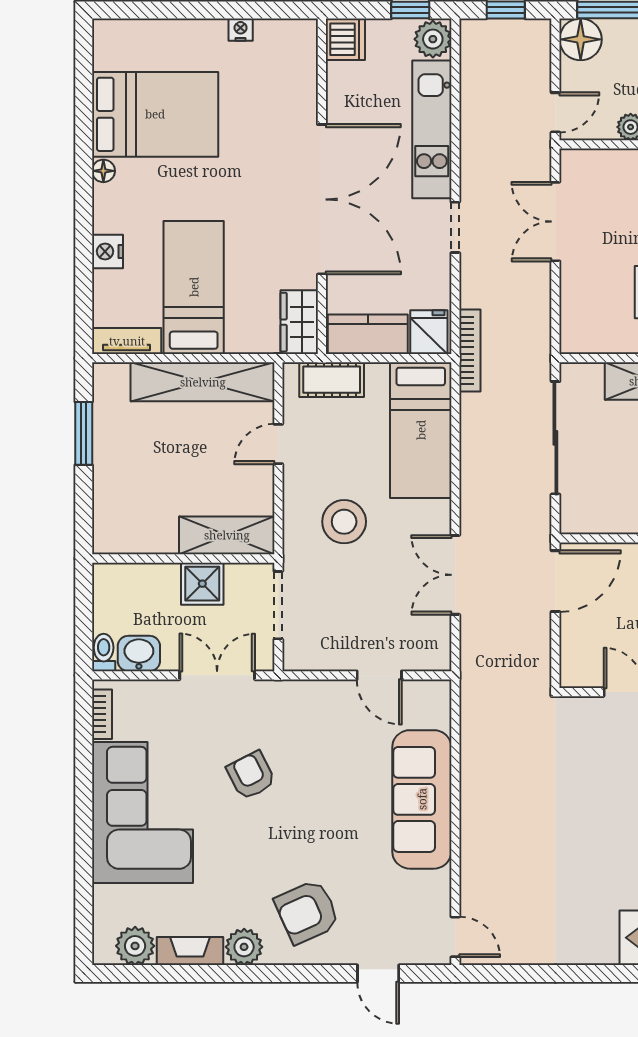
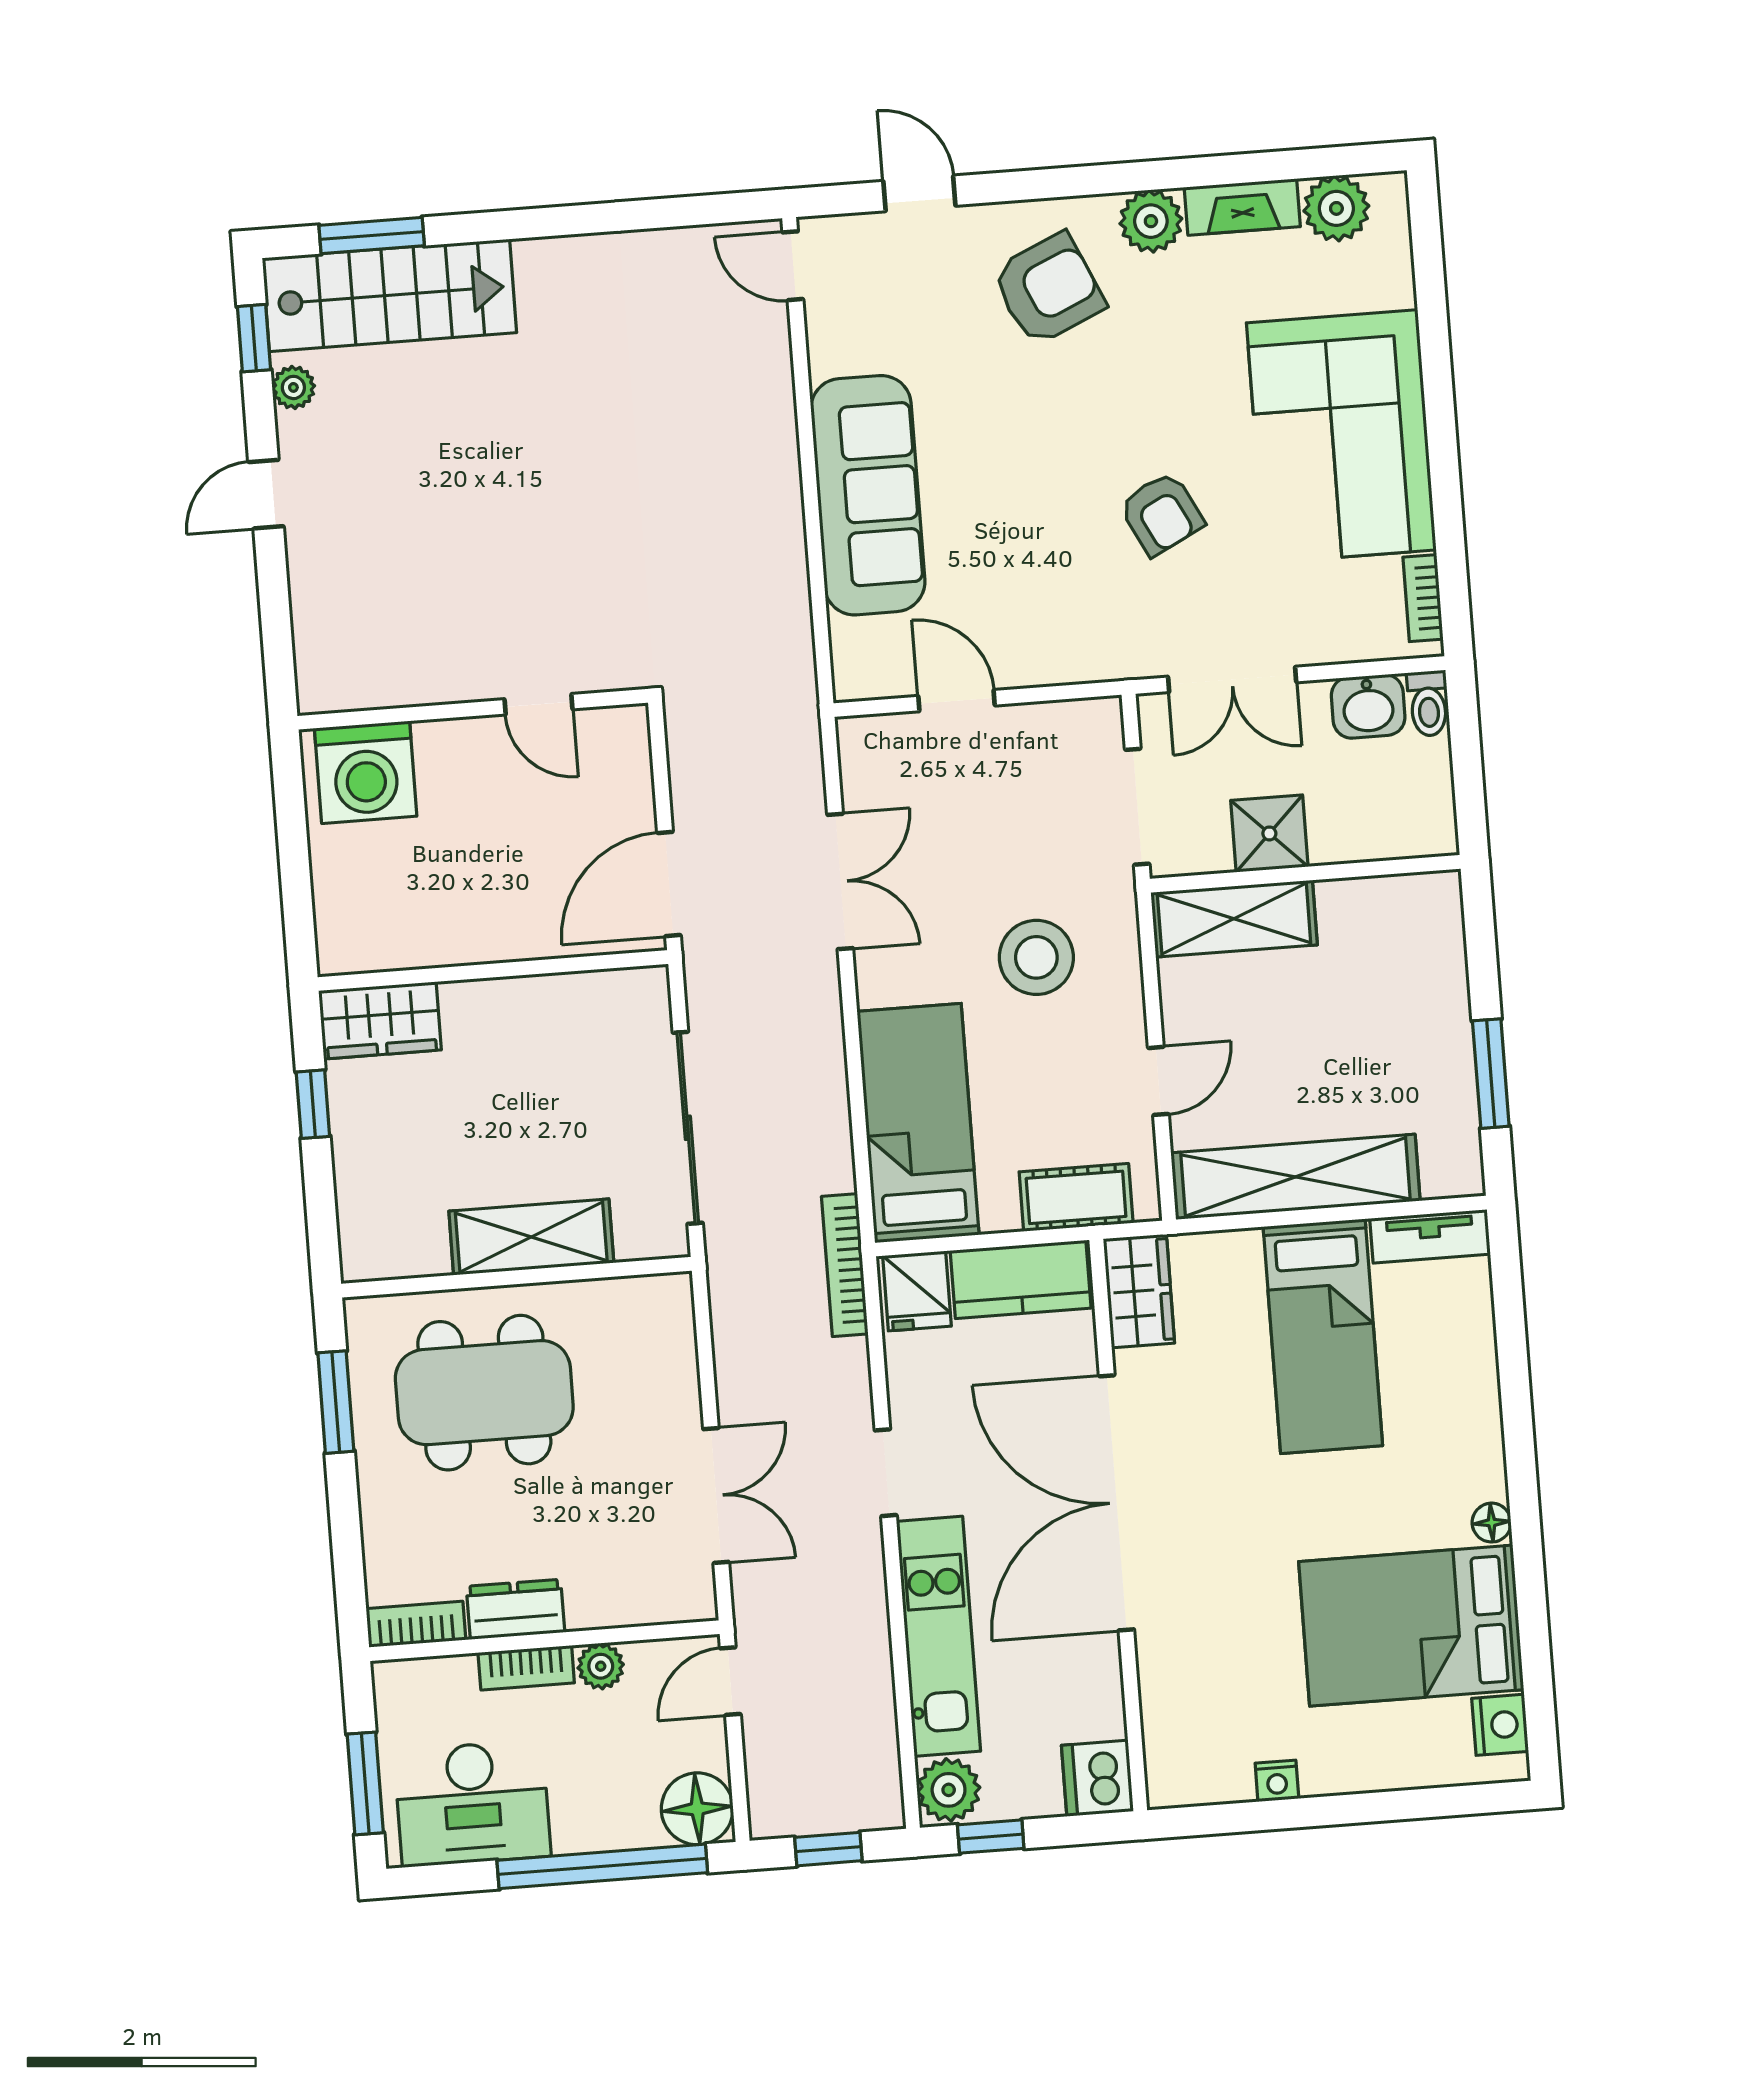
nightstand: (108, 251) -> (1500, 1725), moved

